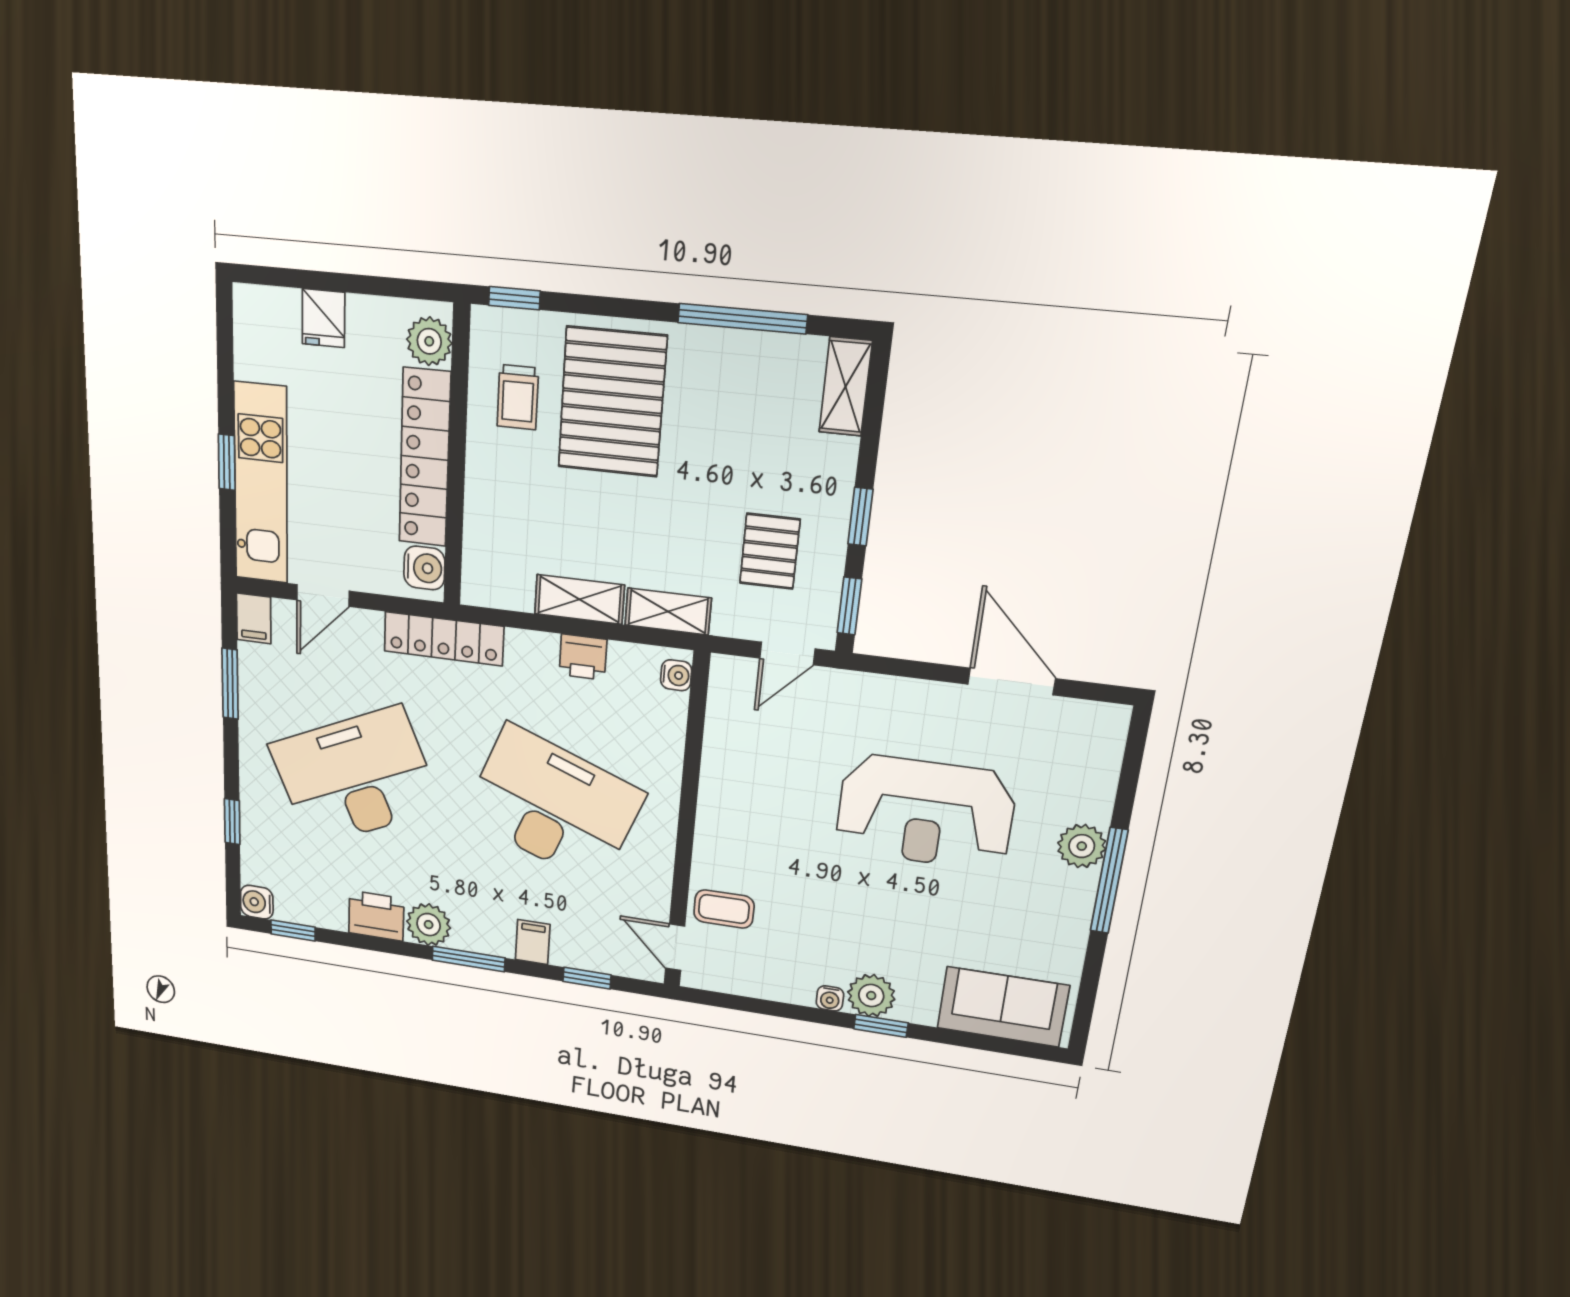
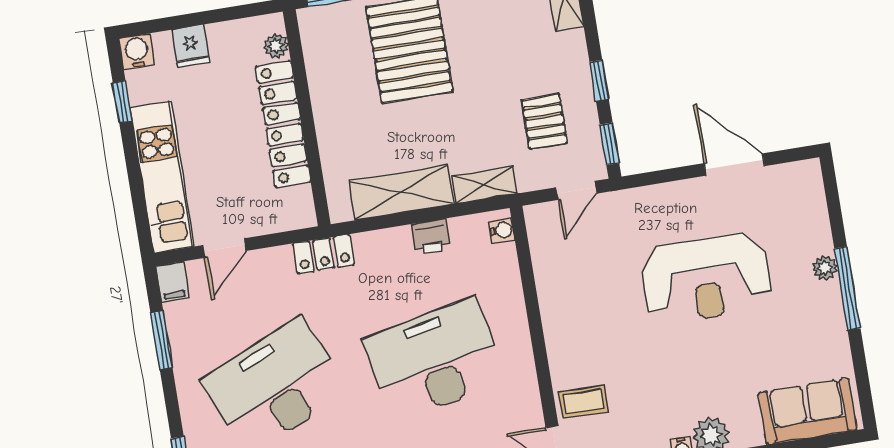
plant: (429, 341) -> (276, 46), width x0.73, depth x0.73
trolley: (518, 397) -> (342, 64), removed
window: (227, 462) -> (122, 102), moved
water cooler: (424, 568) -> (137, 51), moved, turned -90
shelving: (579, 599) -> (401, 192), width x1.50, depth x1.33
locker: (444, 639) -> (324, 254), width x0.66
desk: (553, 805) -> (435, 360), turned -33
plant: (1082, 846) -> (825, 268), width x0.73, depth x0.73

